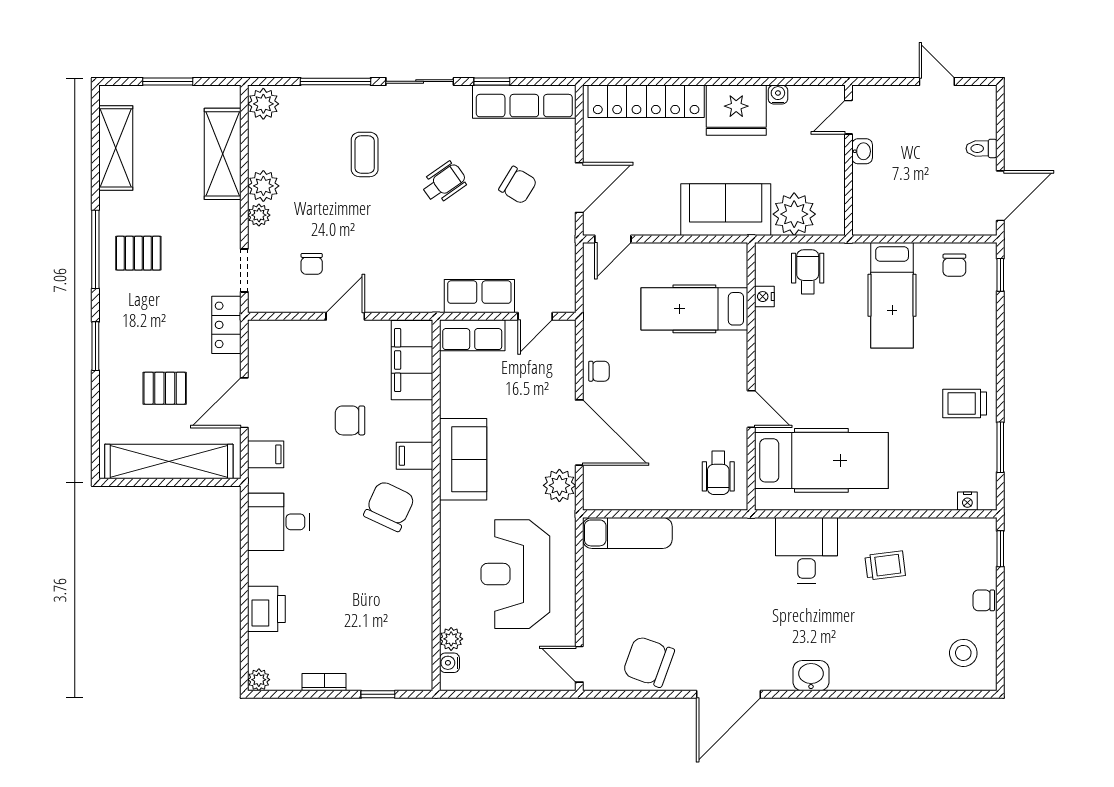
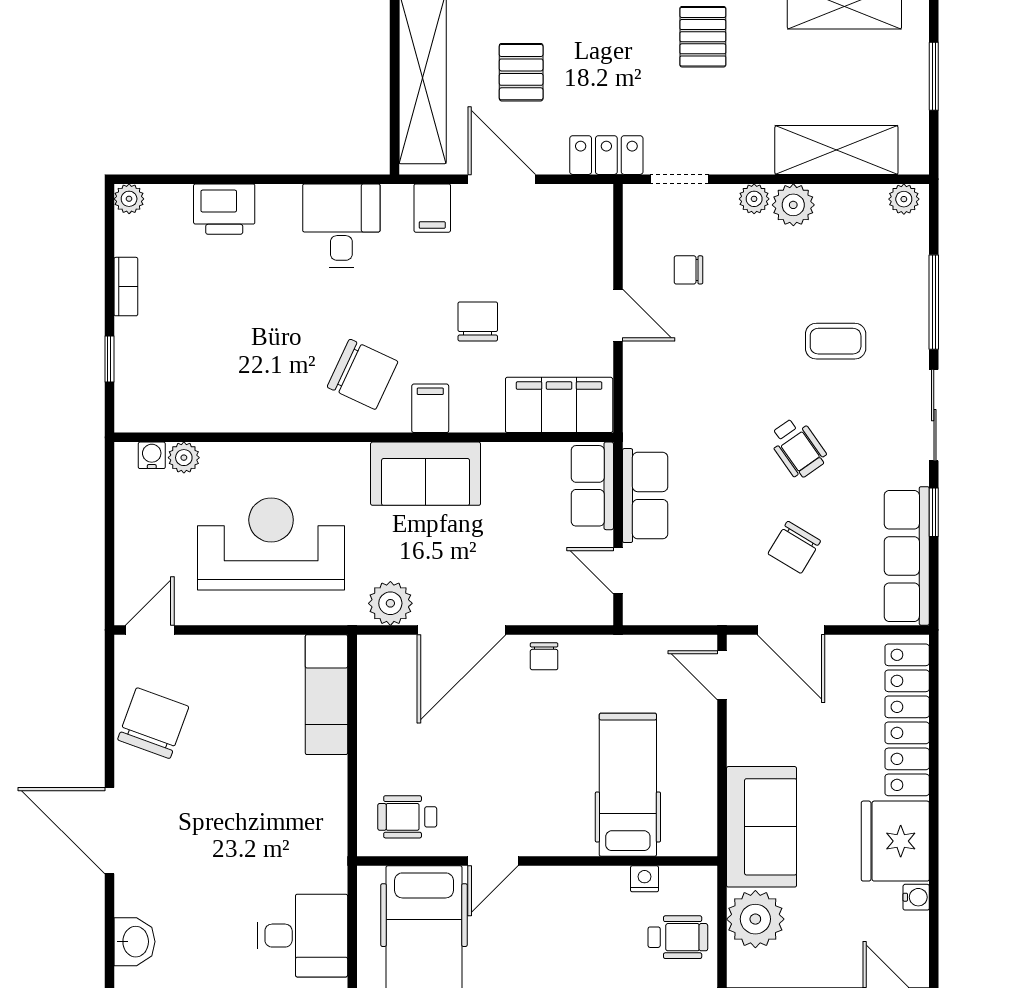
plant: (263, 104) -> (904, 199), width x0.73, depth x0.73

